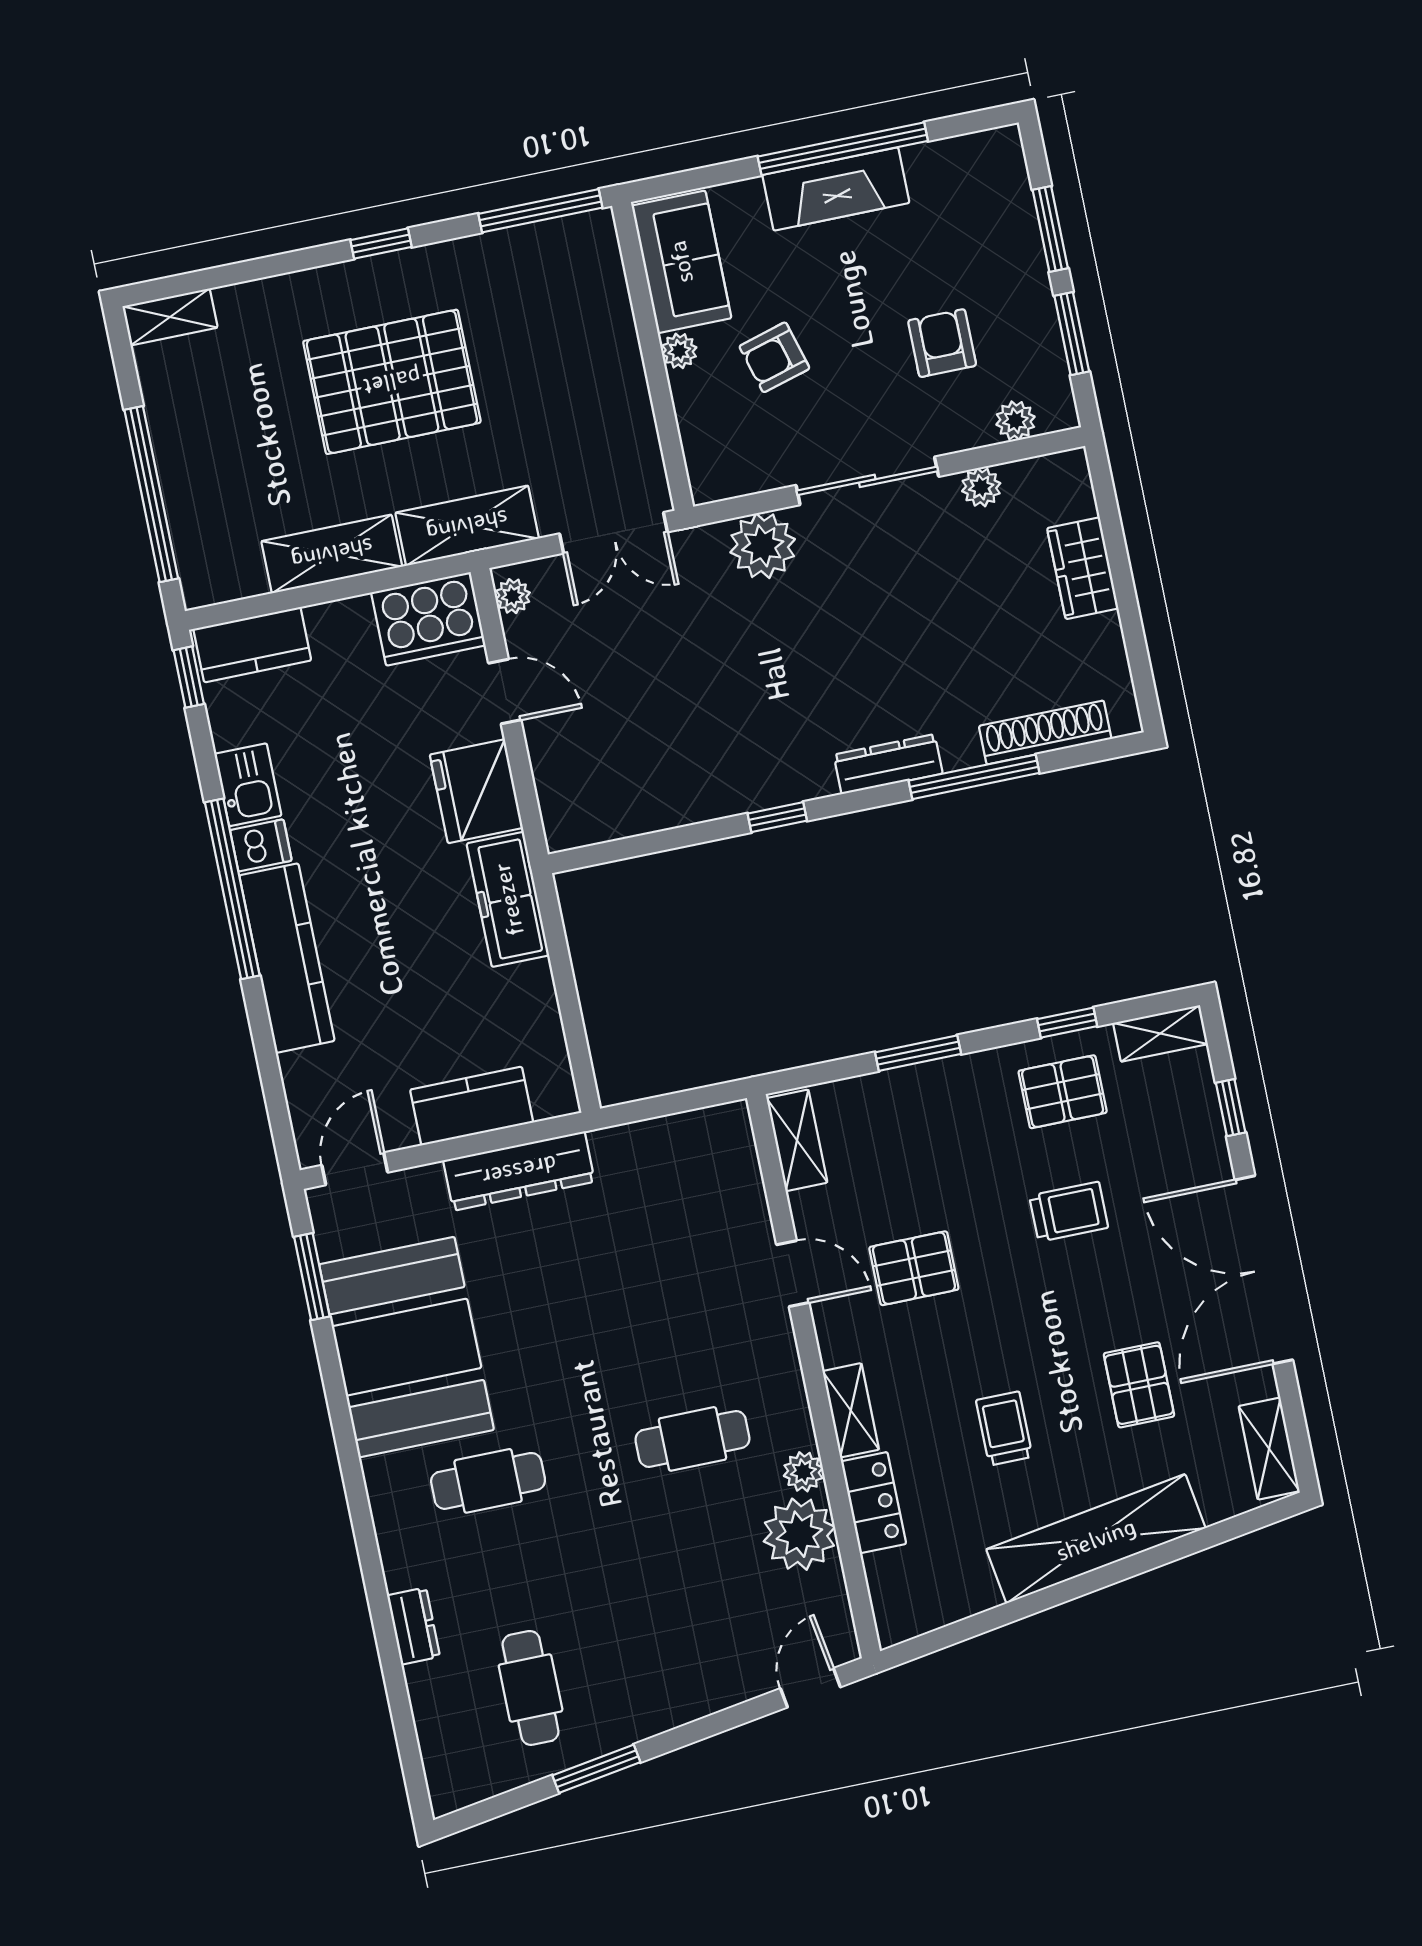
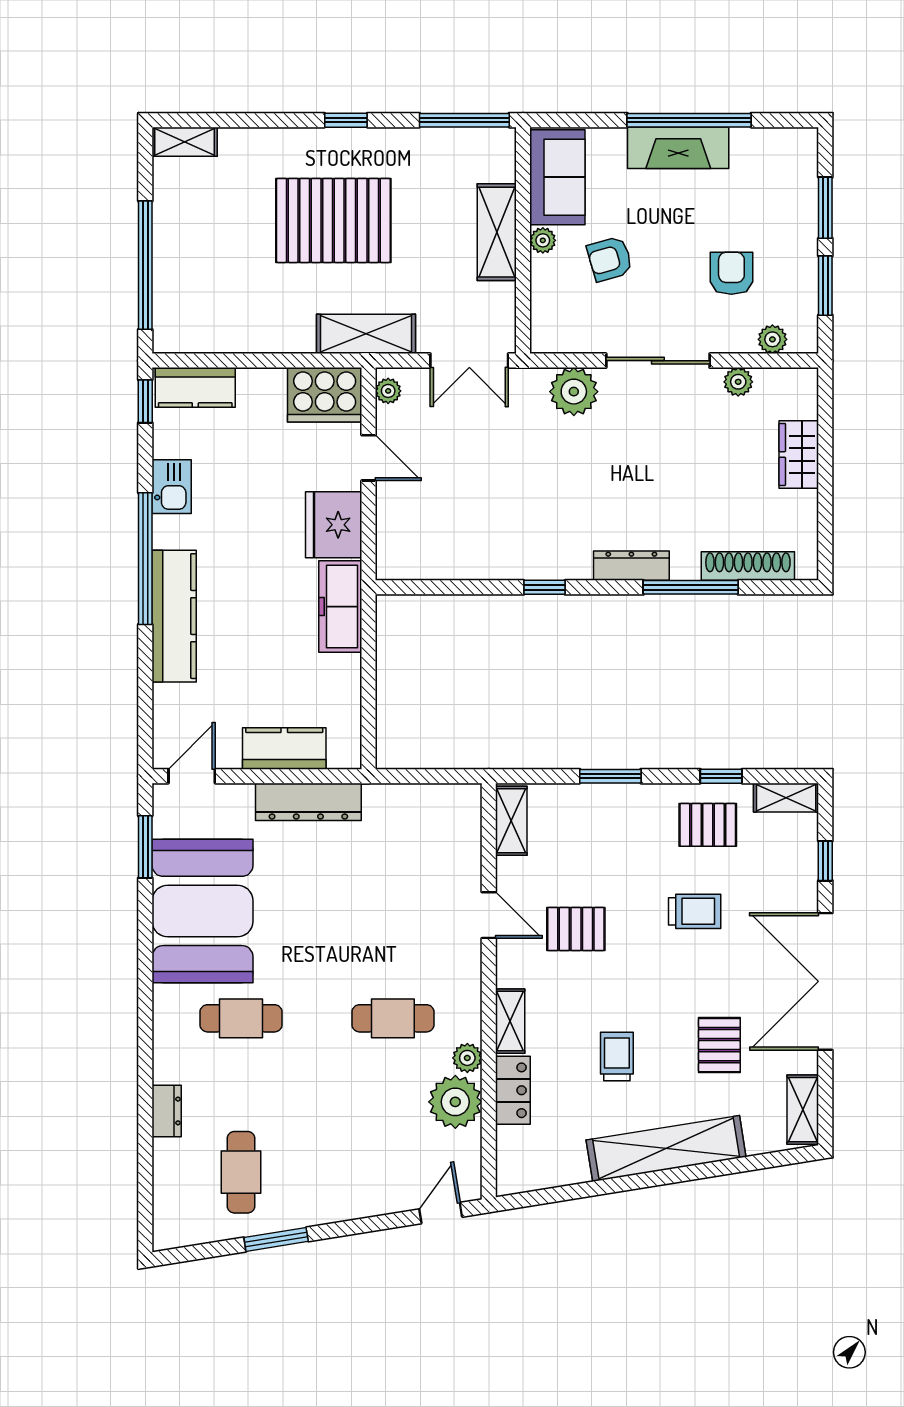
shelving: (332, 554) -> (497, 232), moved, turned 90
dishwasher: (261, 845) -> (172, 532), removed

